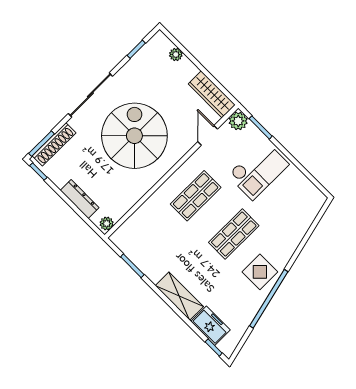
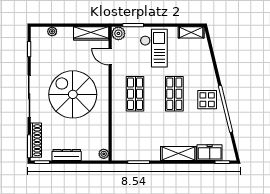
shelving: (310, 191) -> (191, 32), added
dresser: (80, 199) -> (67, 155), moved

